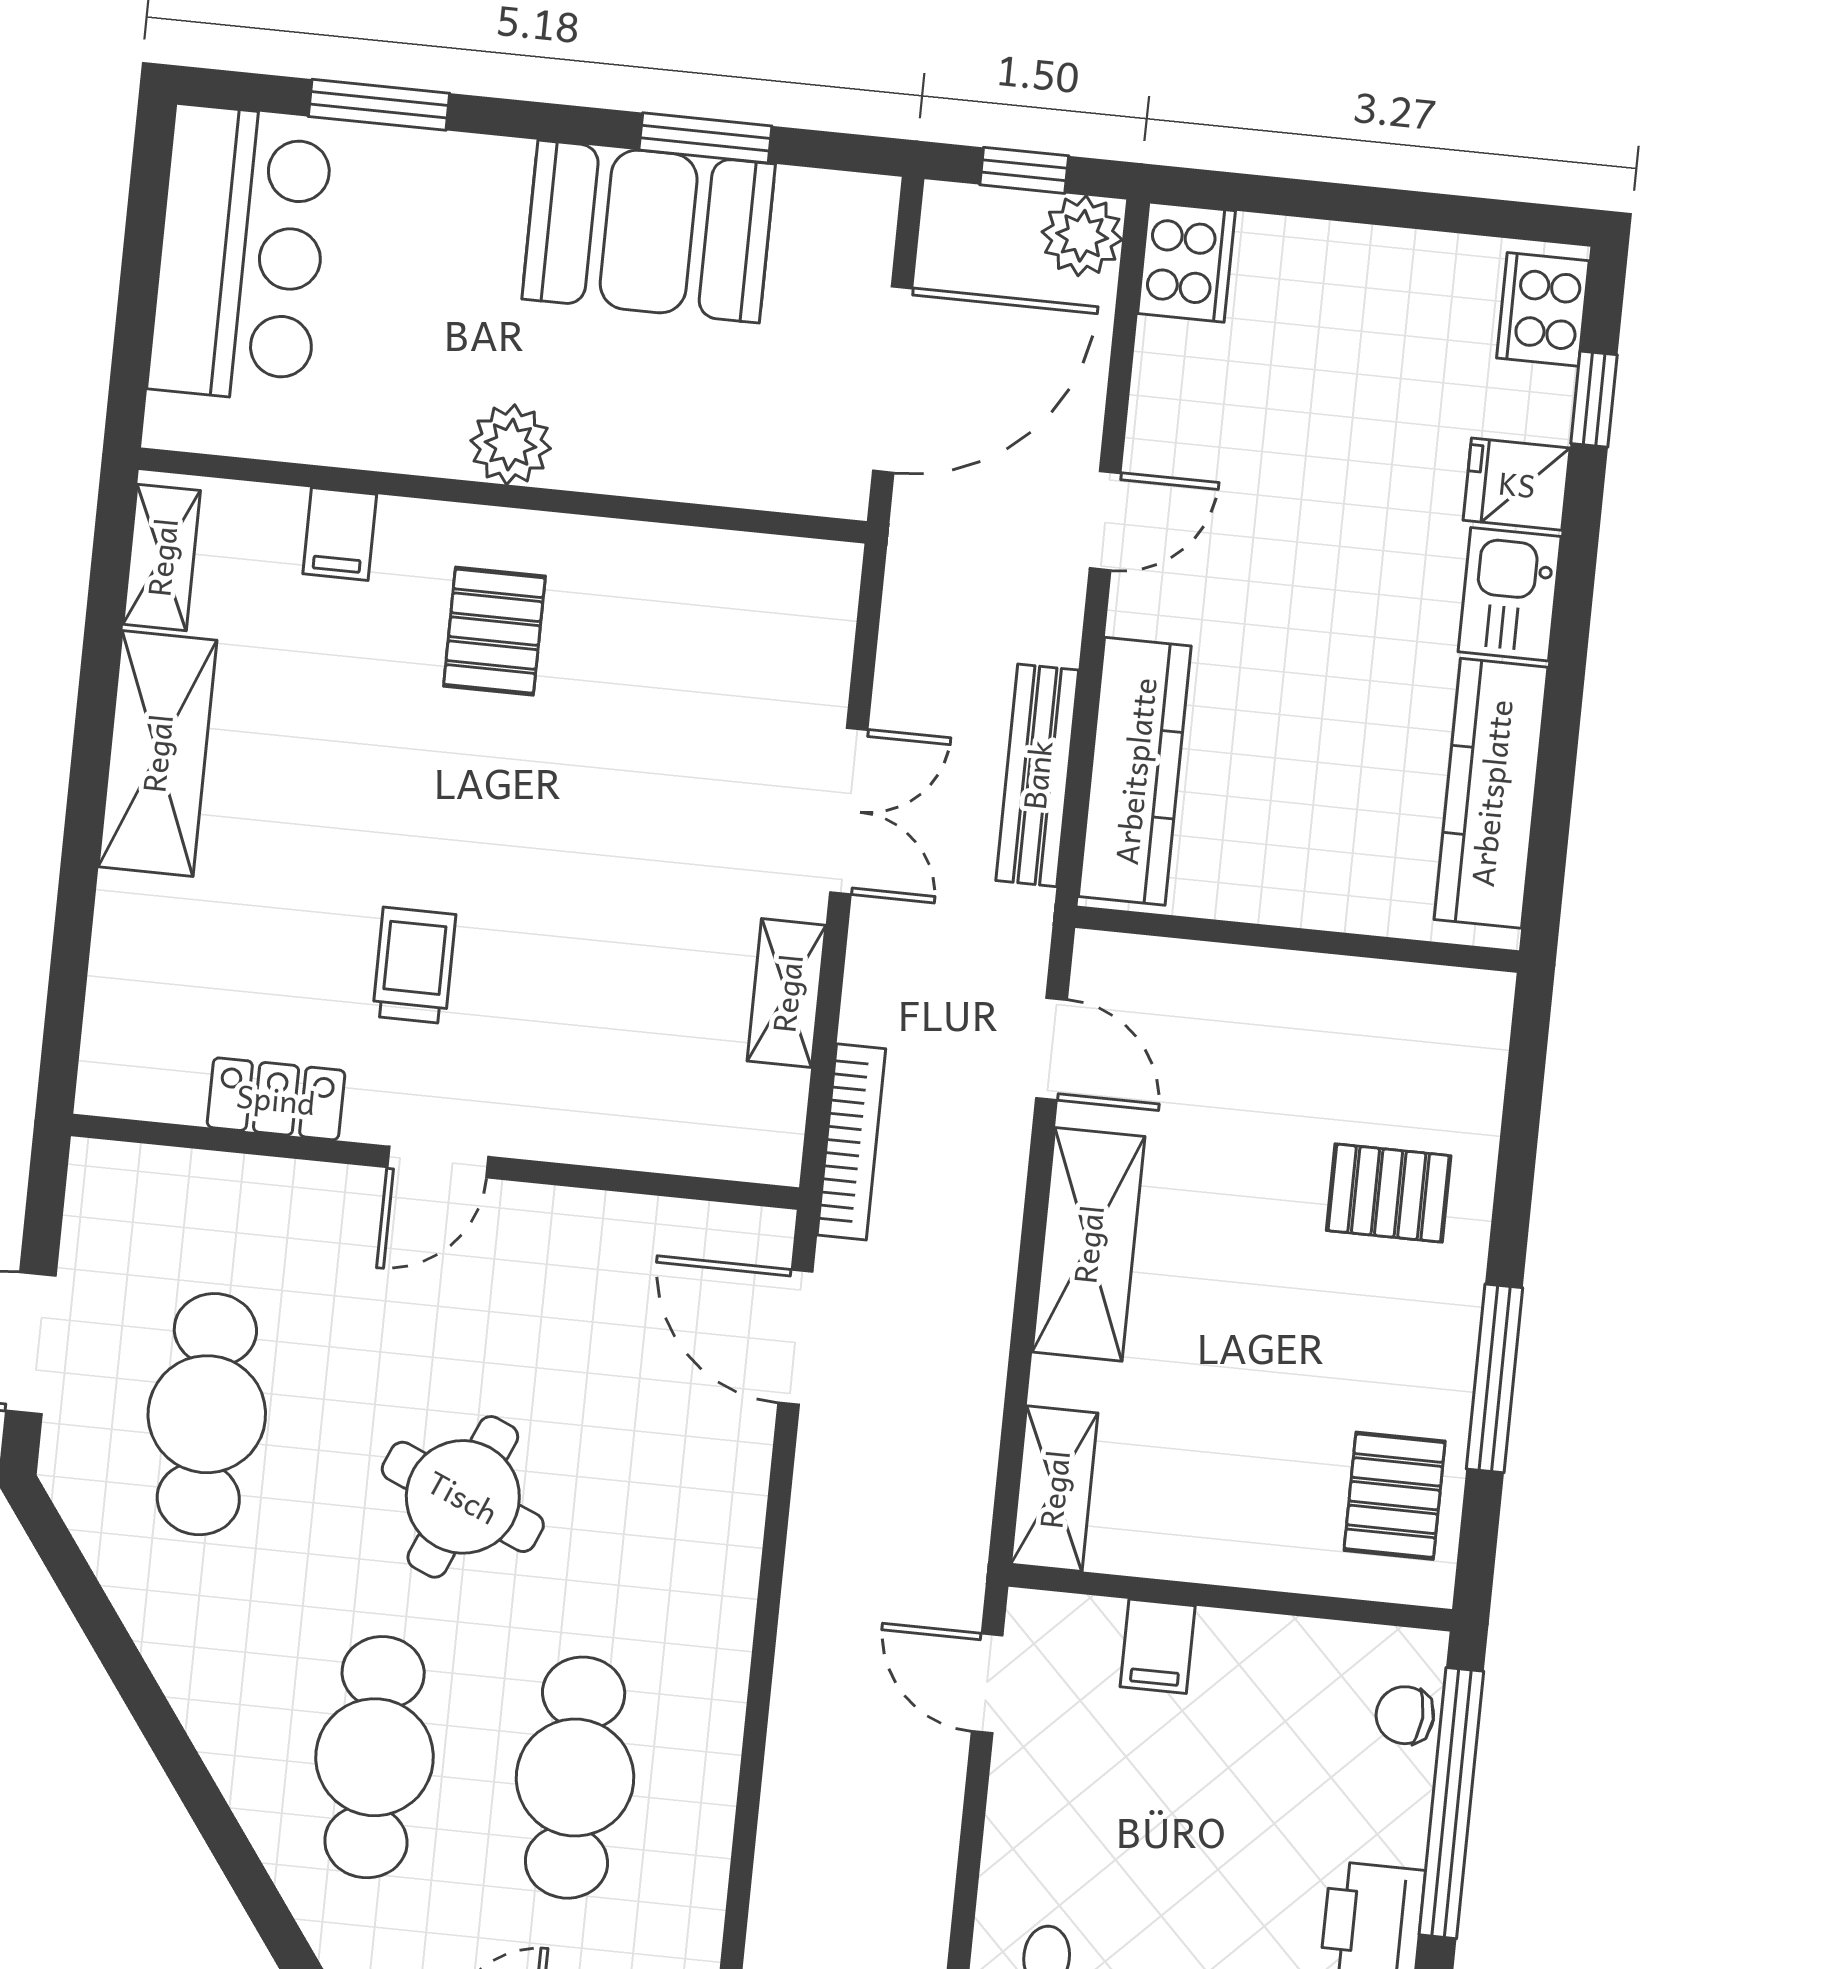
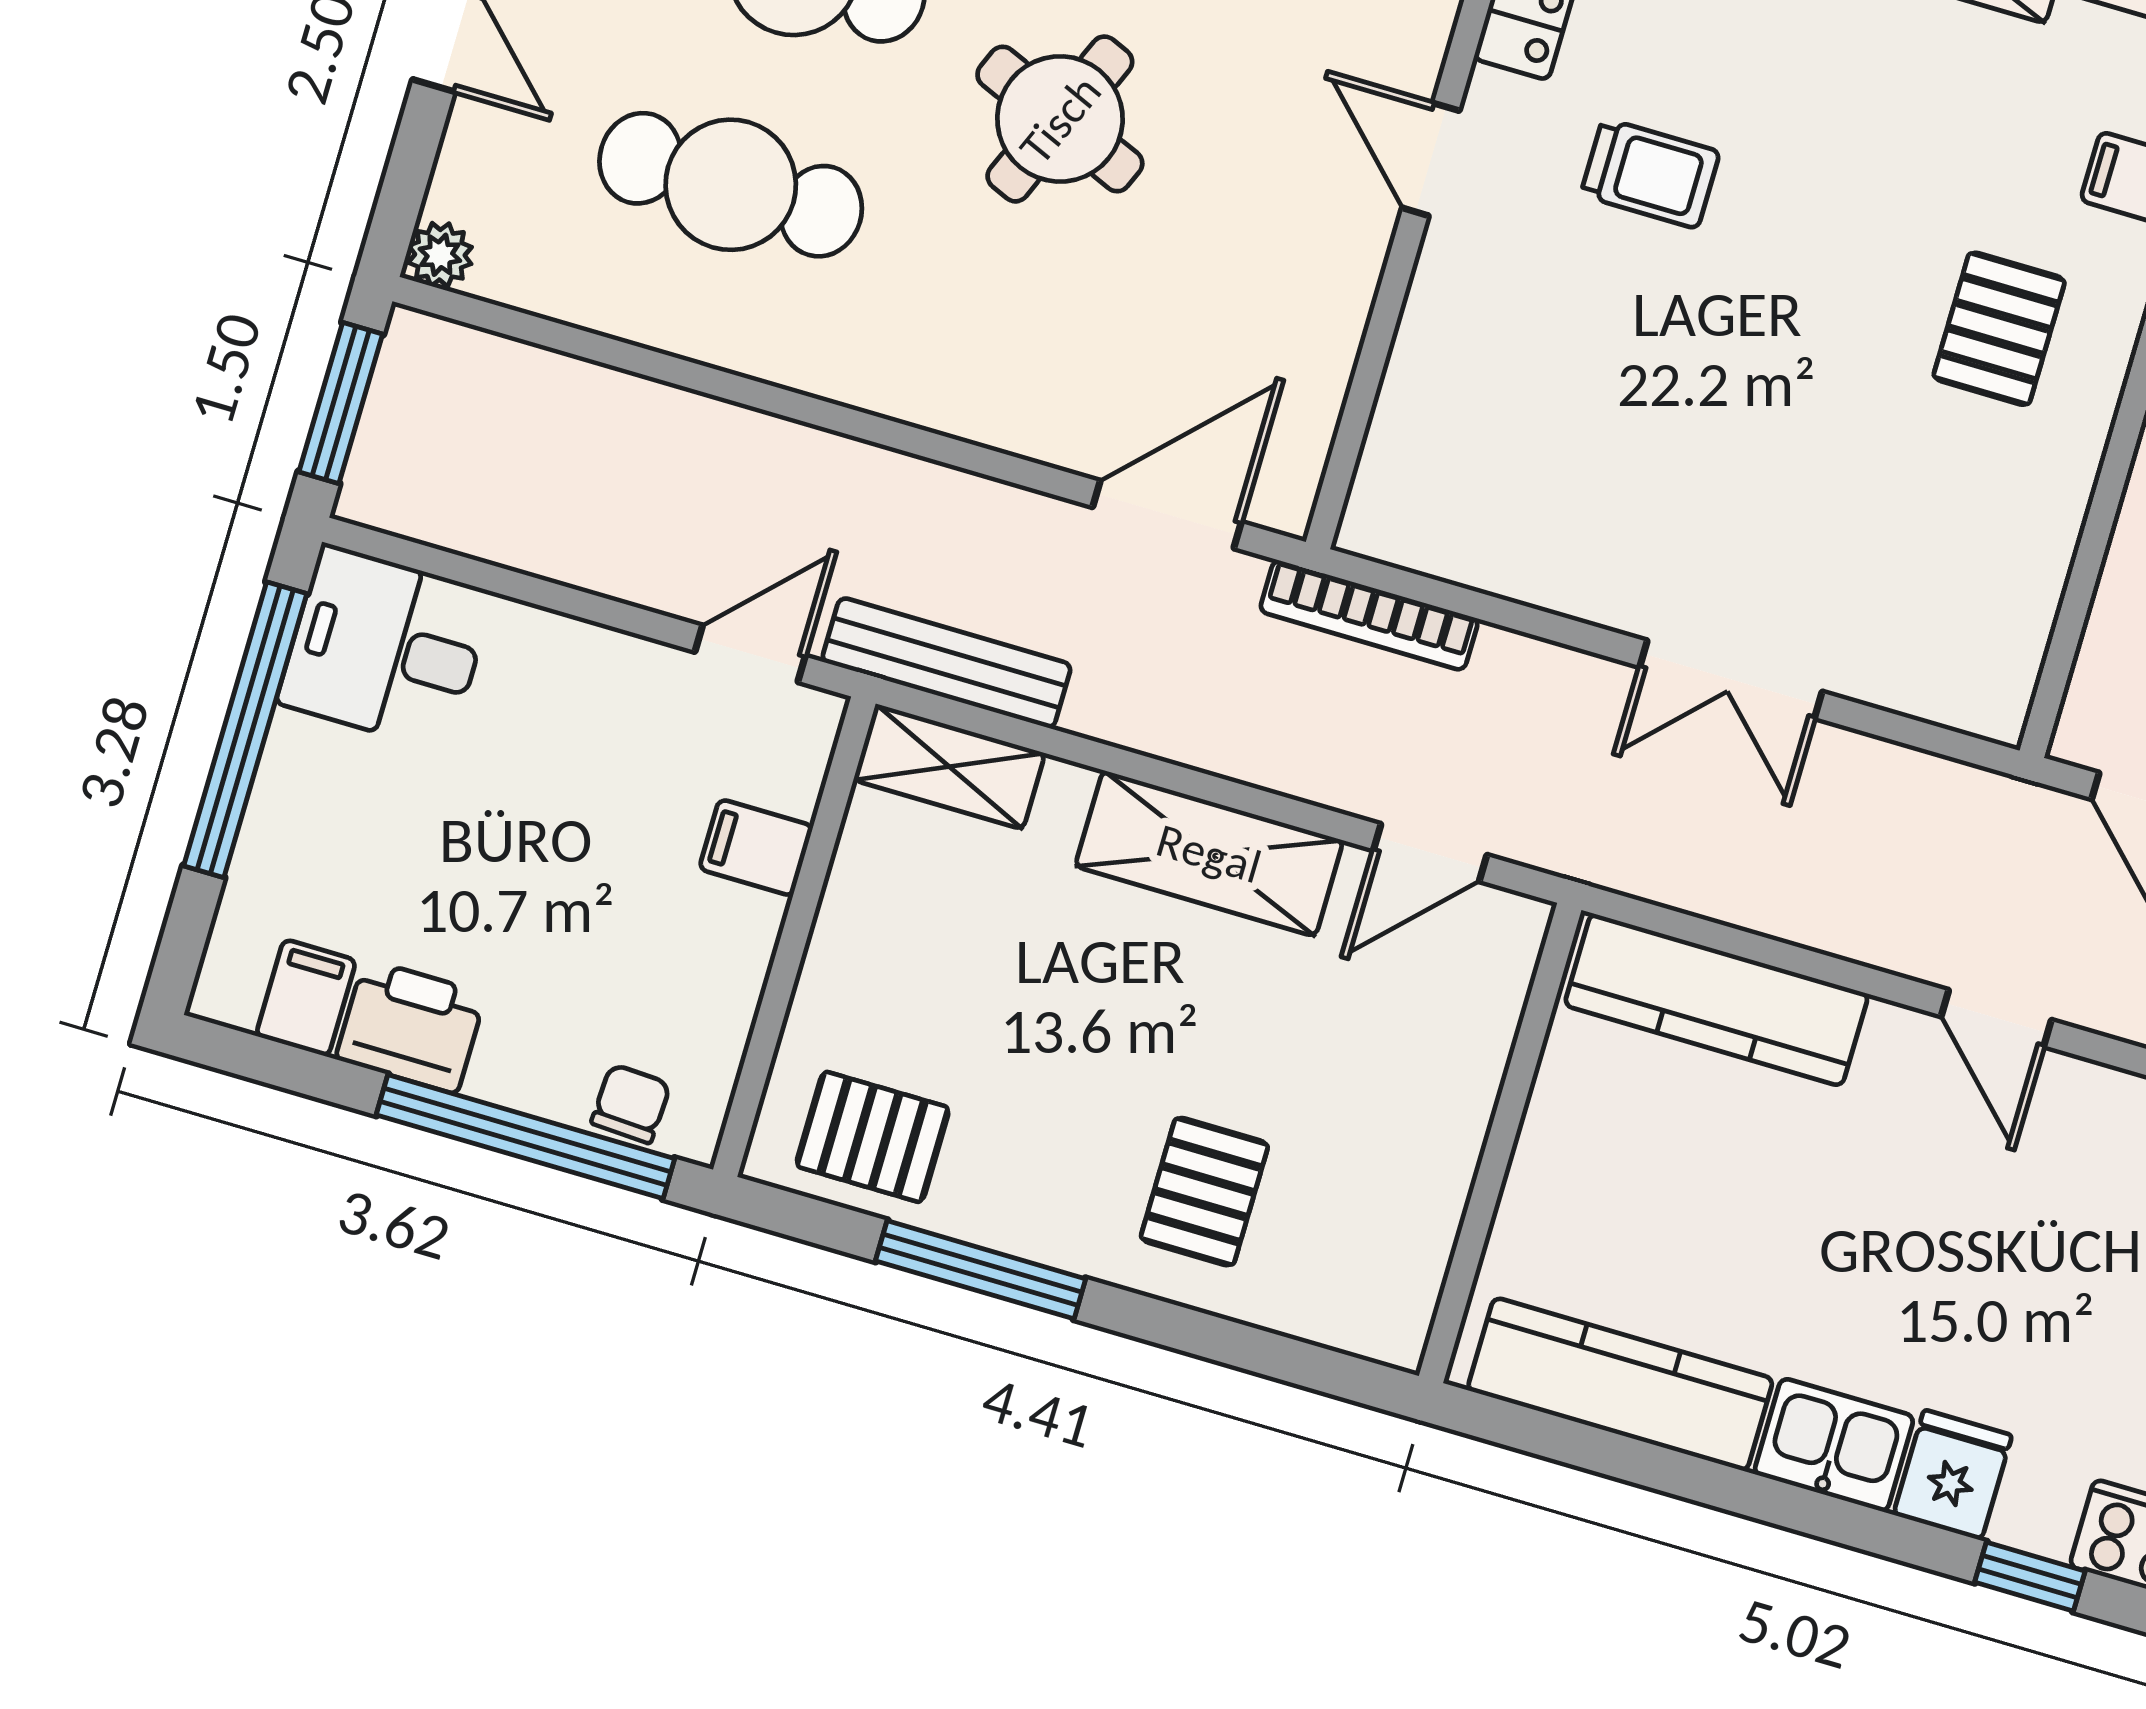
pallet: (494, 631) -> (1999, 329), turned 90
bench: (1037, 775) -> (947, 663), moved
shelving: (787, 993) -> (1545, 575), removed

